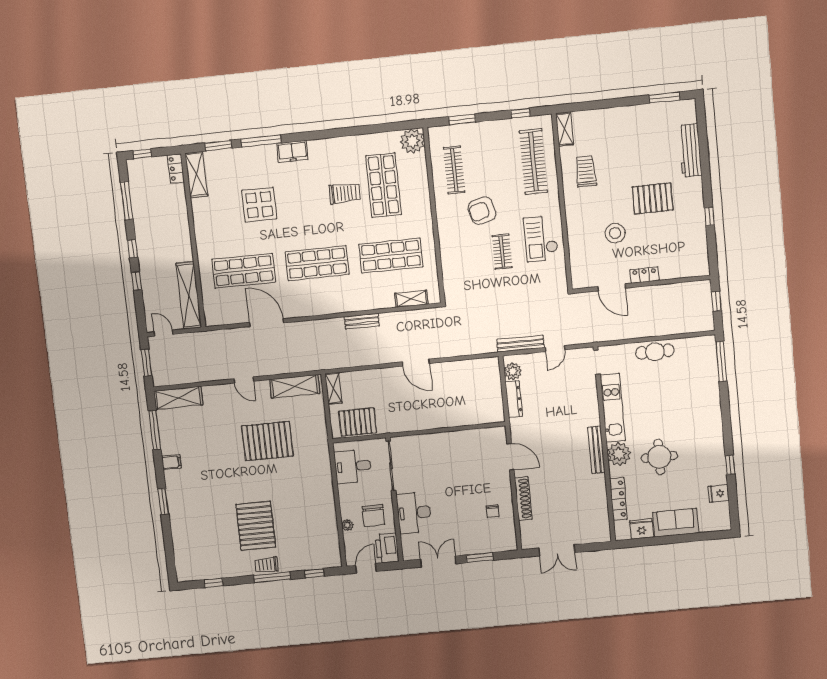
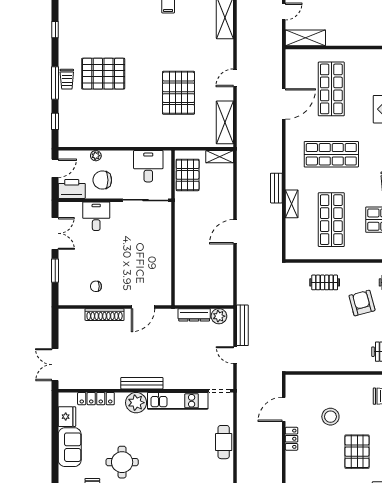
checkout: (541, 239) -> (332, 352), removed
clothes rail: (502, 252) -> (325, 282), moved
shop shelf: (317, 263) -> (331, 154), turned 90
shelving: (189, 295) -> (305, 38), width x0.68
shelving: (411, 299) -> (292, 204), moved
round table: (659, 457) -> (122, 462), moved
desk: (414, 513) -> (96, 216), width x0.73
double door: (557, 550) -> (55, 365), moved
trolley: (266, 565) -> (67, 79), turned 180
door: (366, 568) -> (55, 168), hinge flipped

